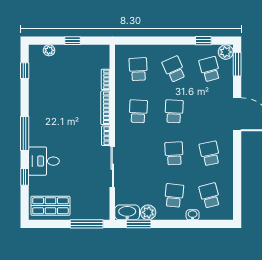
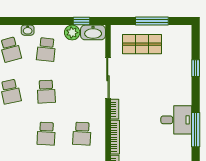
window: (25, 134) -> (196, 130), moved
desk: (44, 161) -> (176, 120), moved
shop shelf: (50, 206) -> (142, 44), moved
window: (87, 224) -> (152, 21), moved
window: (139, 224) -> (82, 21), width x0.67

